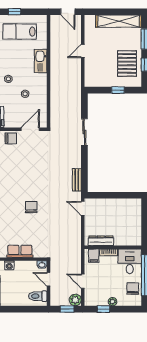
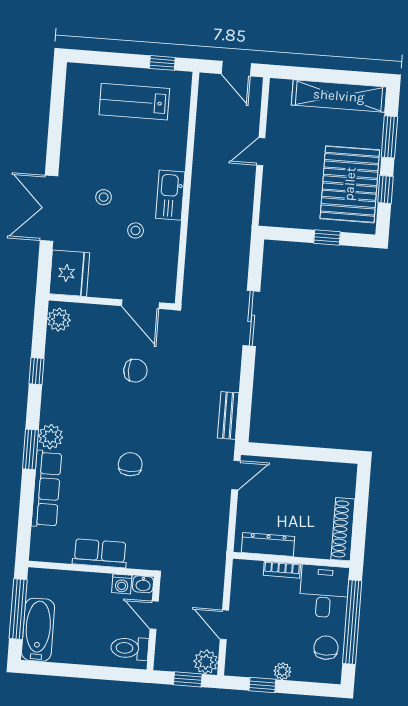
window: (15, 12) -> (162, 63), moved
kitchen sink: (41, 61) -> (170, 195), moved
pallet: (127, 63) -> (350, 184), width x1.37, depth x1.41
door: (30, 129) -> (140, 304), swing flipped
chair: (11, 138) -> (135, 371), moved
door: (83, 208) -> (236, 475), swing flipped
shoe rack: (137, 231) -> (343, 529), added
filing cabinet: (94, 256) -> (251, 574), removed
washing machine: (9, 265) -> (122, 584), moved

